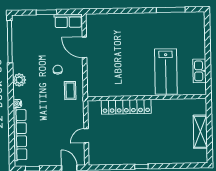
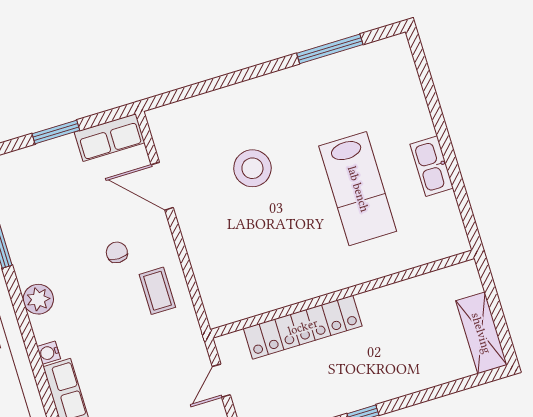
stool: (124, 51) -> (252, 168), added
wall: (147, 98) -> (342, 294), moved
locker: (126, 107) -> (303, 327), moved
shelving: (200, 132) -> (481, 333), moved

